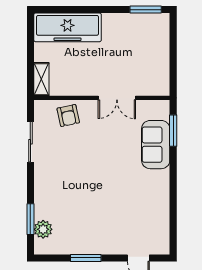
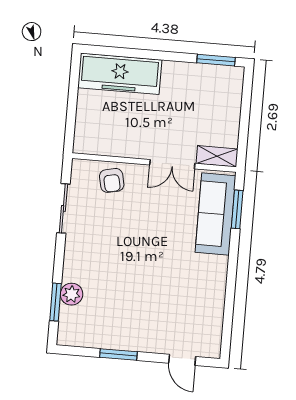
shelving: (41, 79) -> (217, 156), moved, turned 90
sofa: (156, 145) -> (215, 214), width x1.36
plant: (43, 229) -> (72, 294), moved

